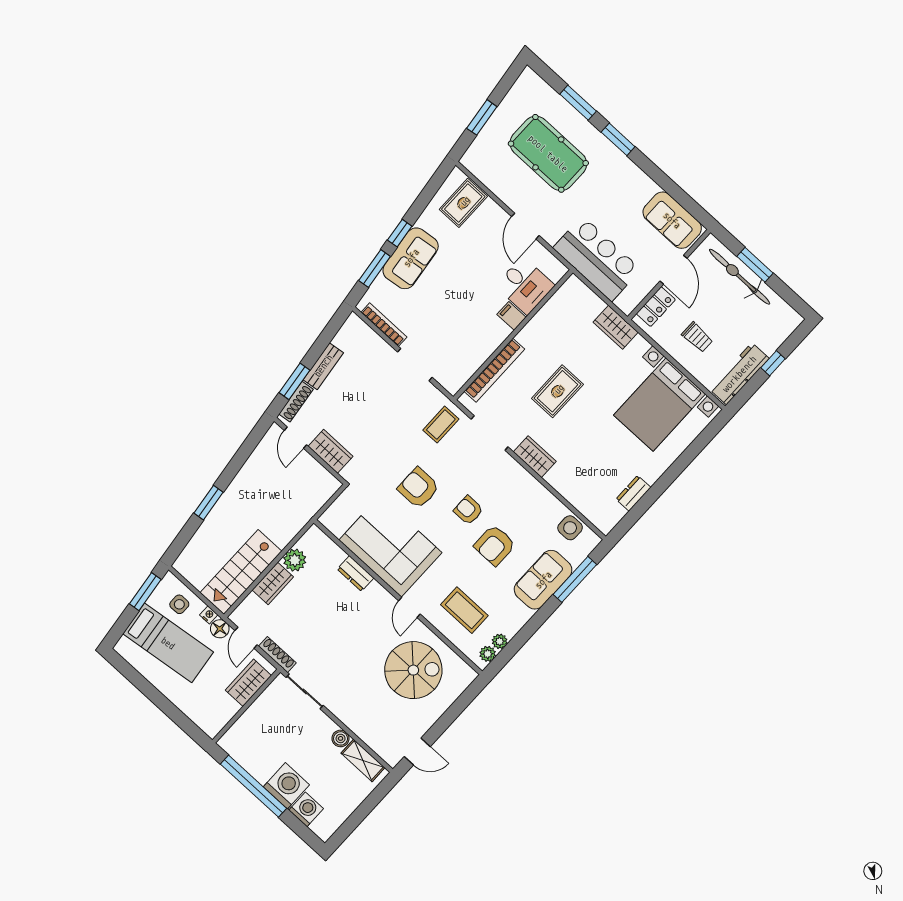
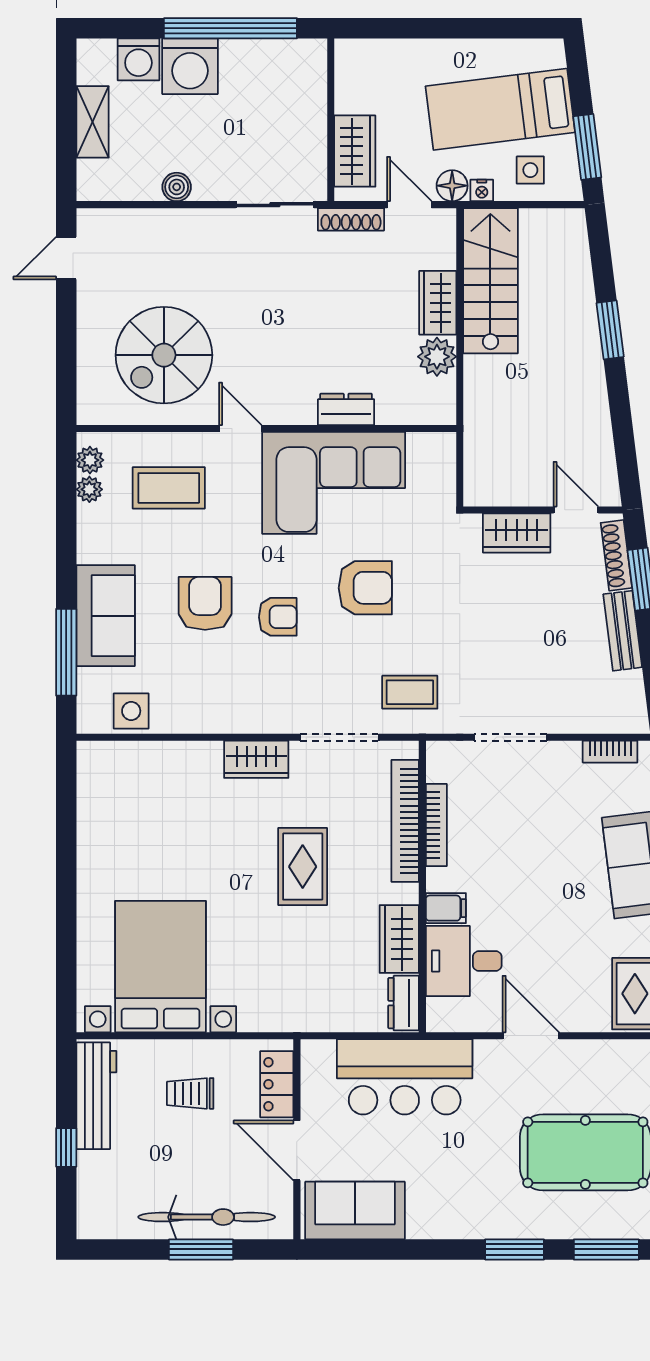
bookcase: (384, 325) -> (610, 752), width x0.64
wardrobe: (616, 327) -> (399, 939), moved, turned -90
bookcase: (482, 356) -> (436, 825), added
coffee table: (441, 425) -> (410, 692), turned 90
dresser: (633, 493) -> (404, 1003), moved, turned 180
shelving: (363, 760) -> (93, 122), moved, turned 90

